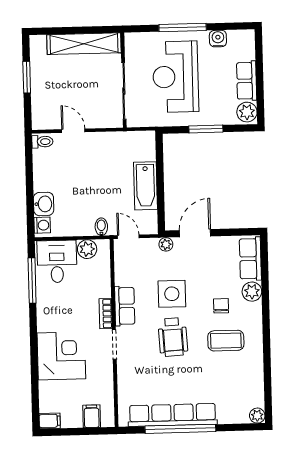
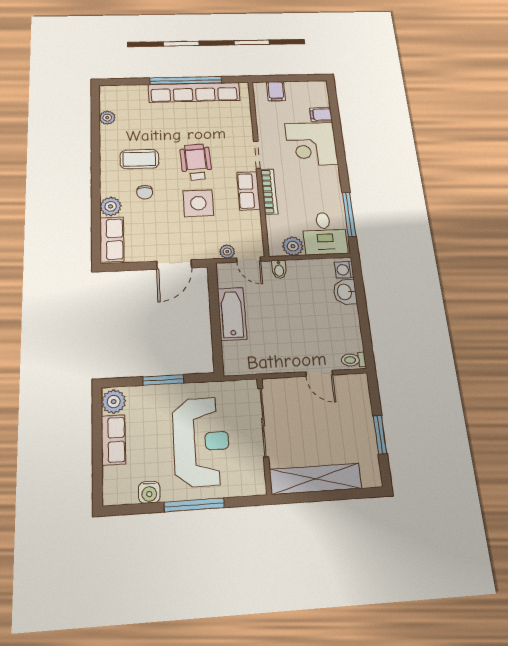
plant: (166, 244) -> (227, 252), moved
bookcase: (106, 314) -> (269, 191), width x1.56
plant: (257, 416) -> (107, 118), moved
filing cabinet: (50, 421) -> (321, 115), moved

